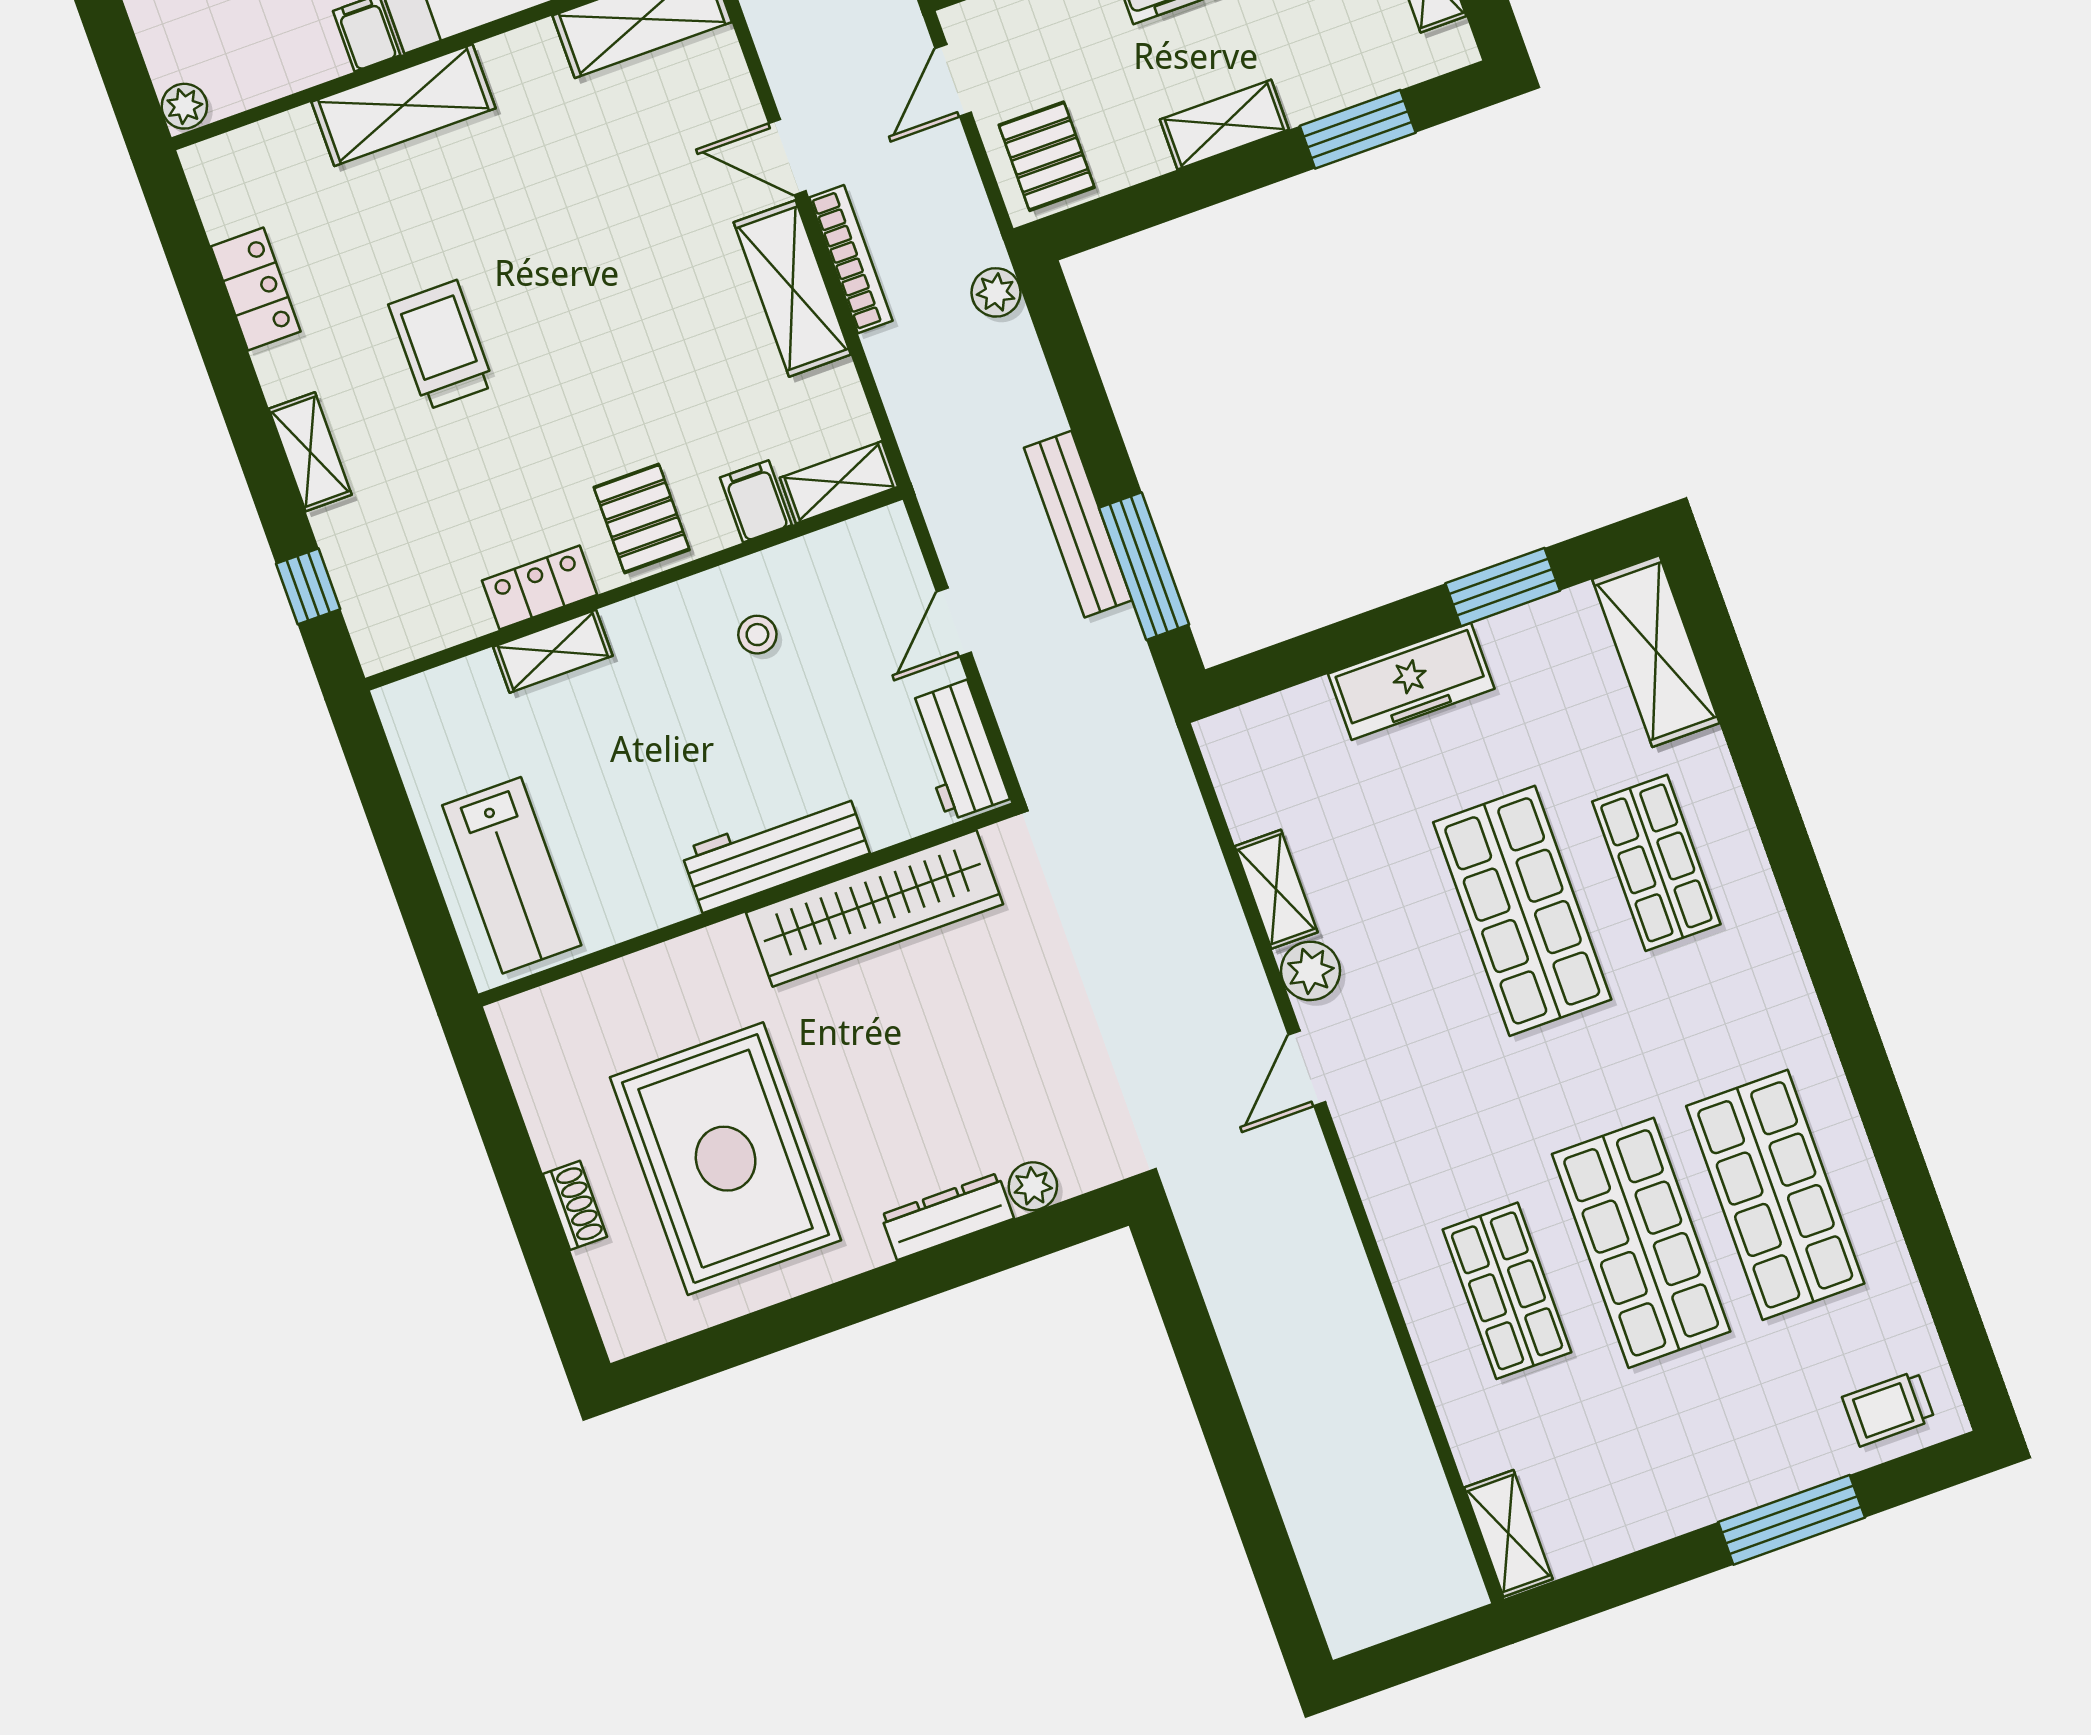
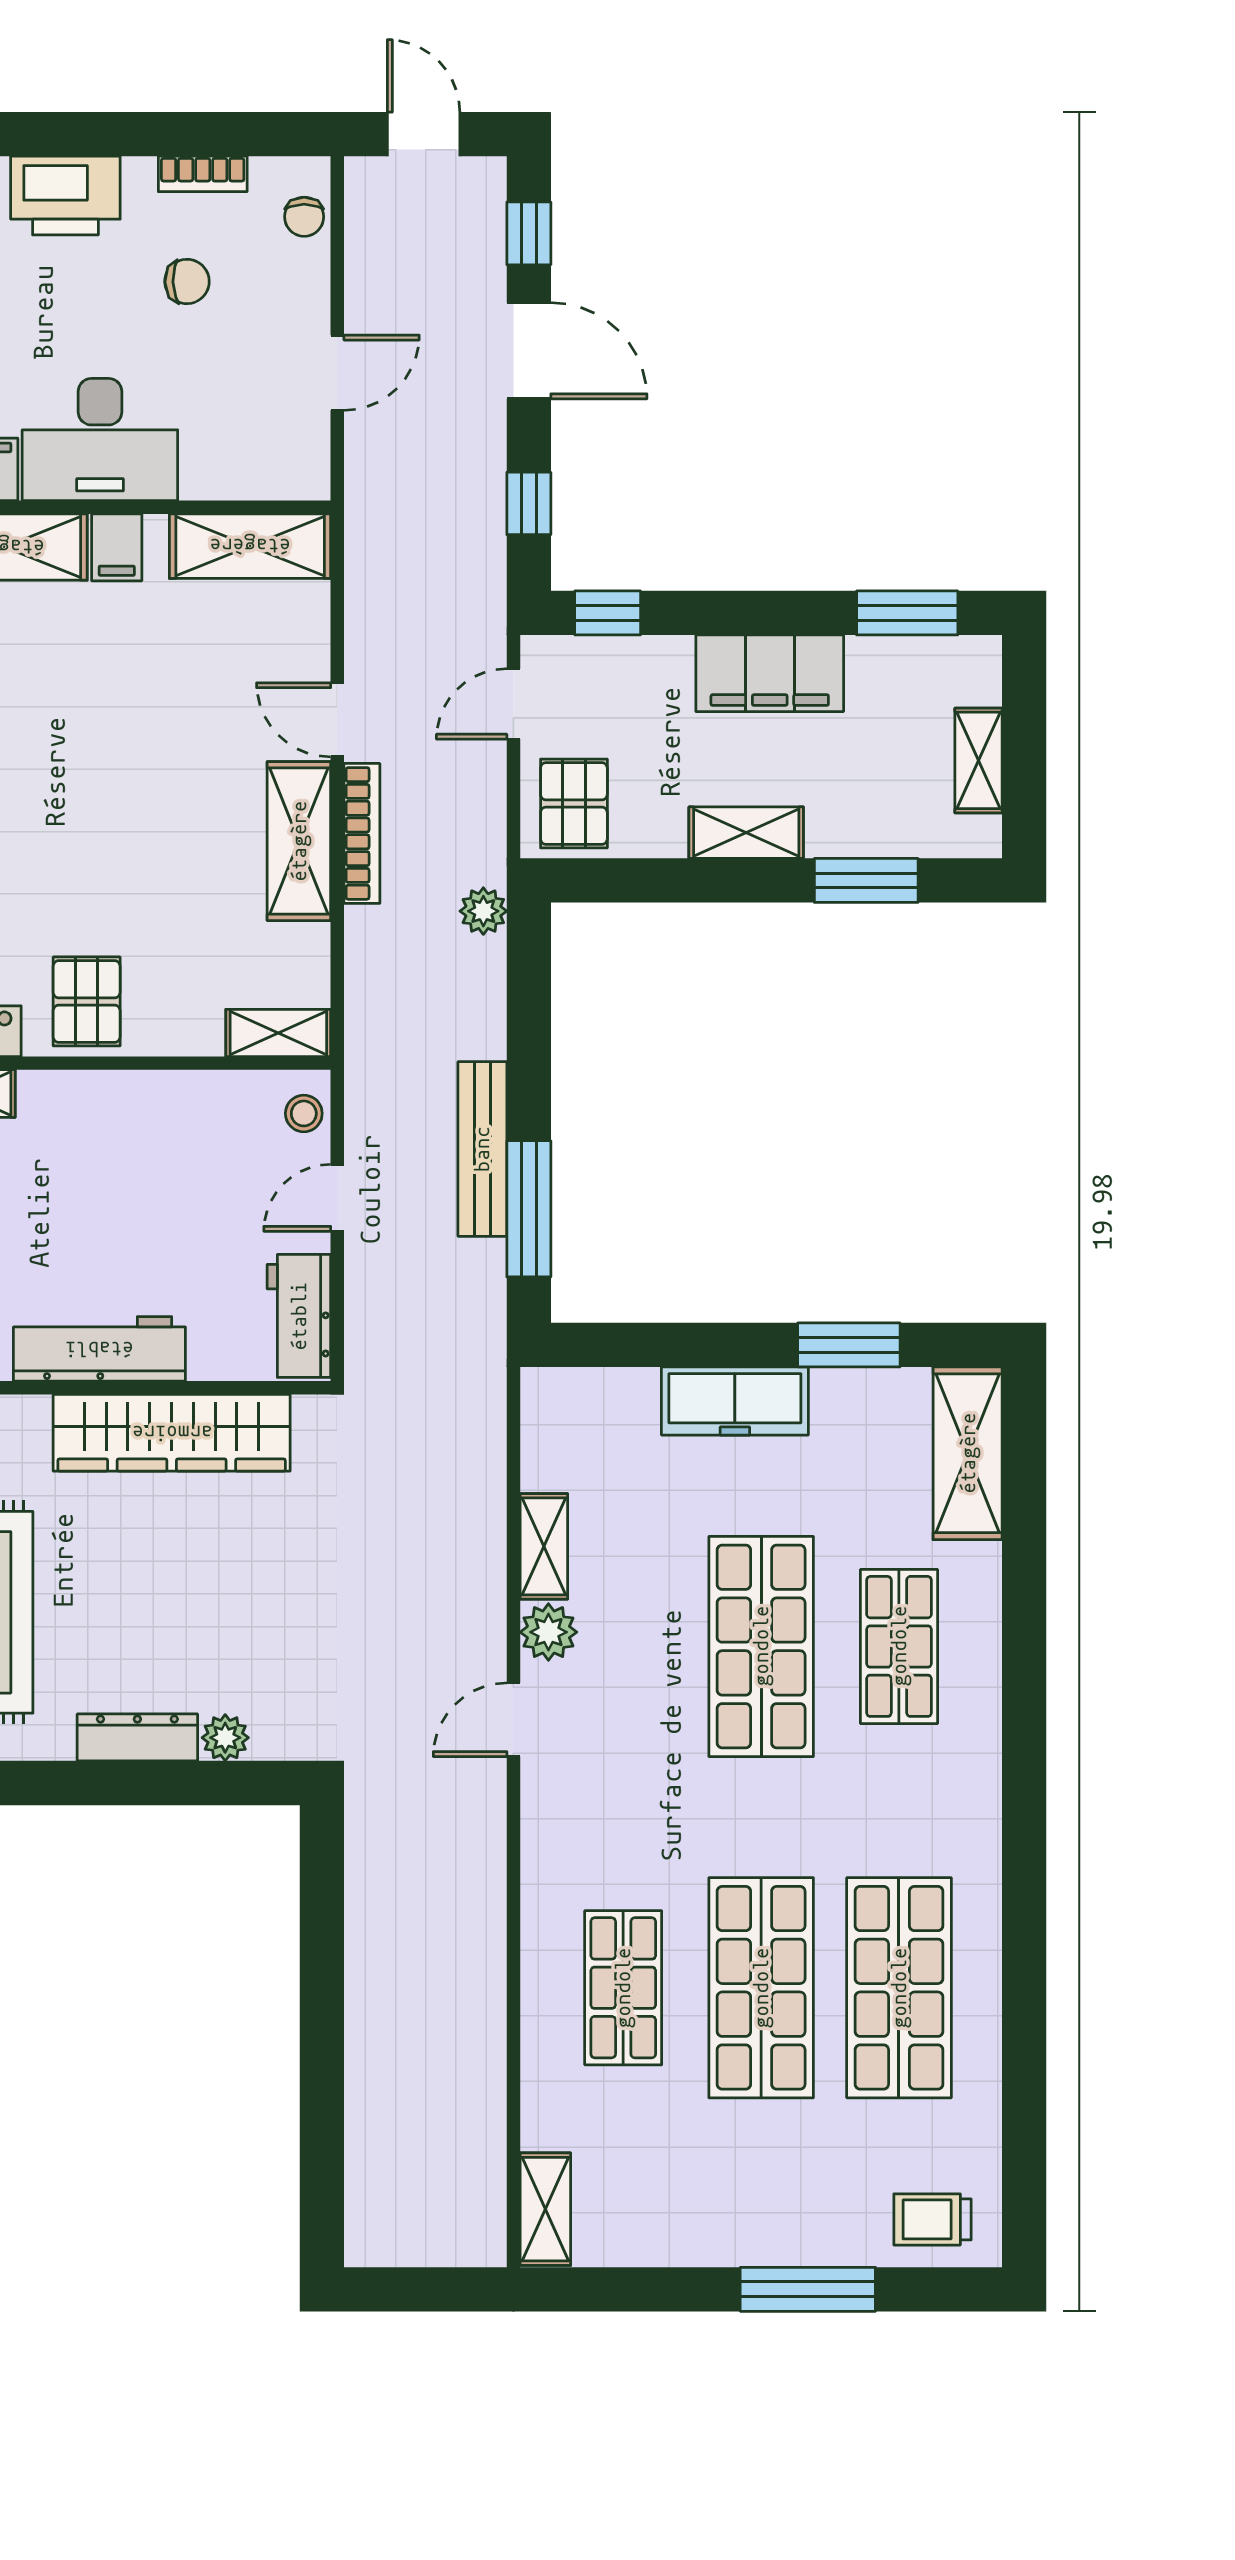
filing cabinet: (756, 501) -> (117, 547), moved, turned 180
stool: (757, 635) -> (304, 1113), moved

